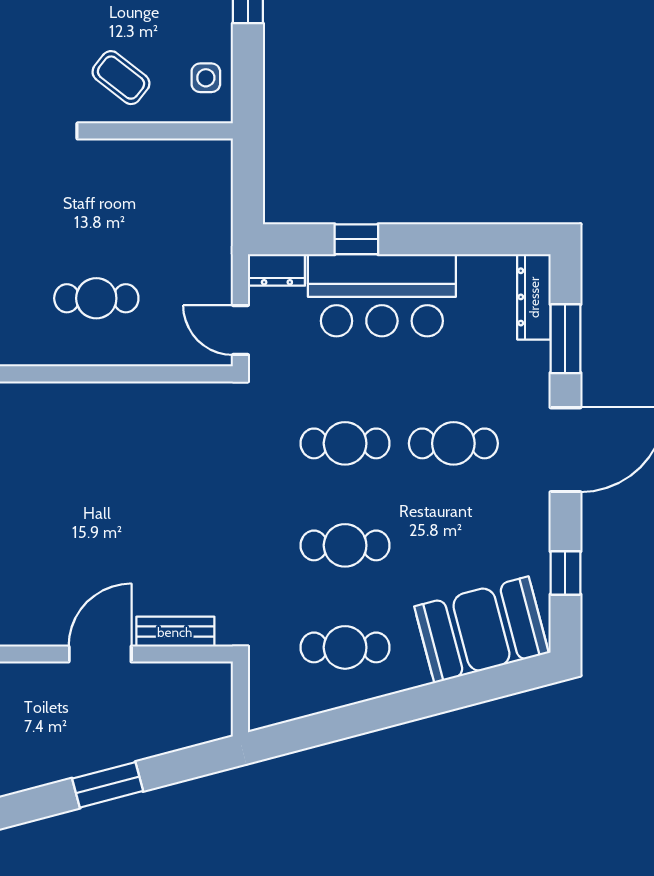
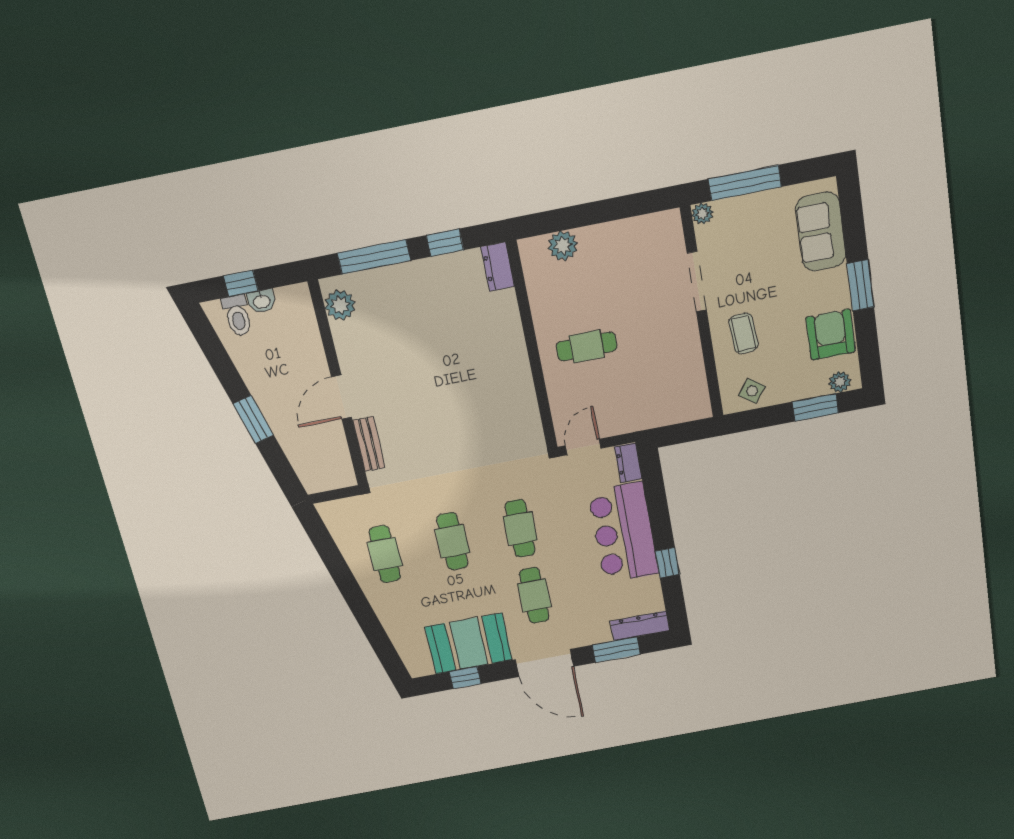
coffee table: (121, 78) -> (744, 333), turned -42
side table: (206, 78) -> (752, 391), turned 36
window: (356, 239) -> (667, 563), moved
cafe table: (96, 298) -> (587, 347), turned 90
booth: (481, 630) -> (469, 643), moved, turned -75
door: (100, 654) -> (341, 397), swing flipped

